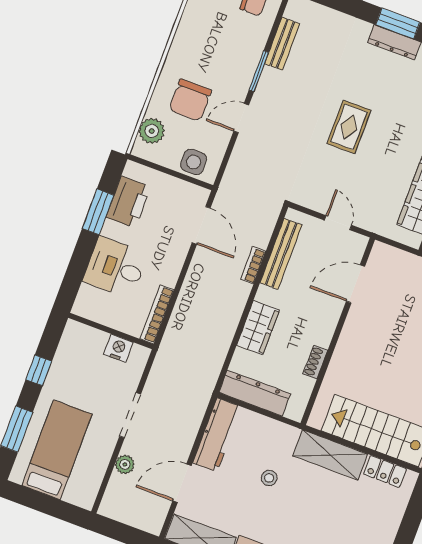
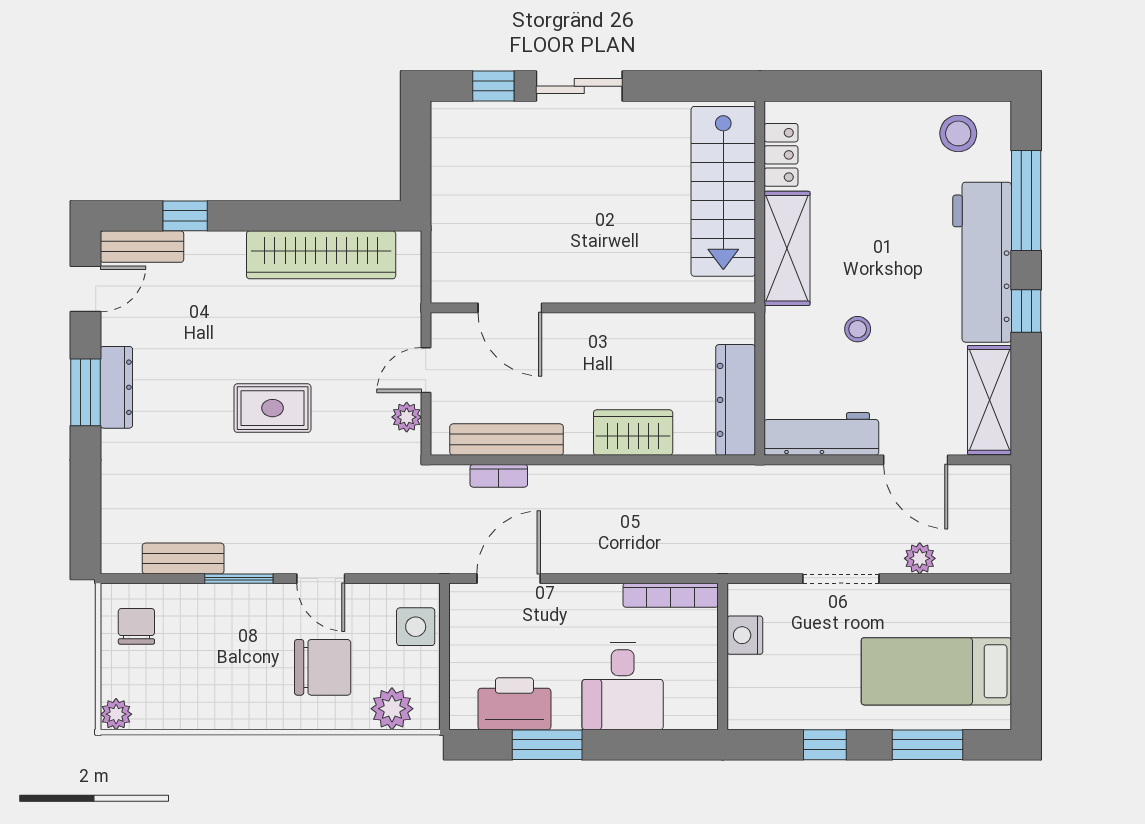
plant: (315, 202) -> (407, 417), added
bookcase: (253, 265) -> (499, 476), moved
shoe rack: (315, 362) -> (653, 325), removed

